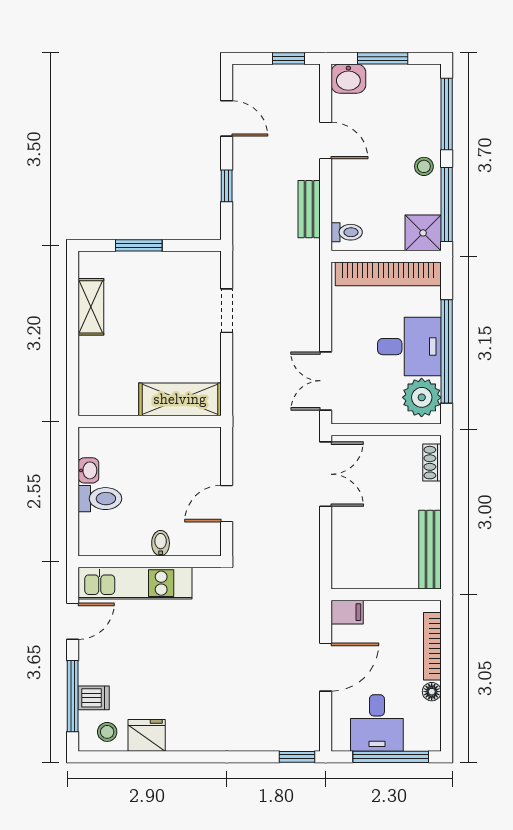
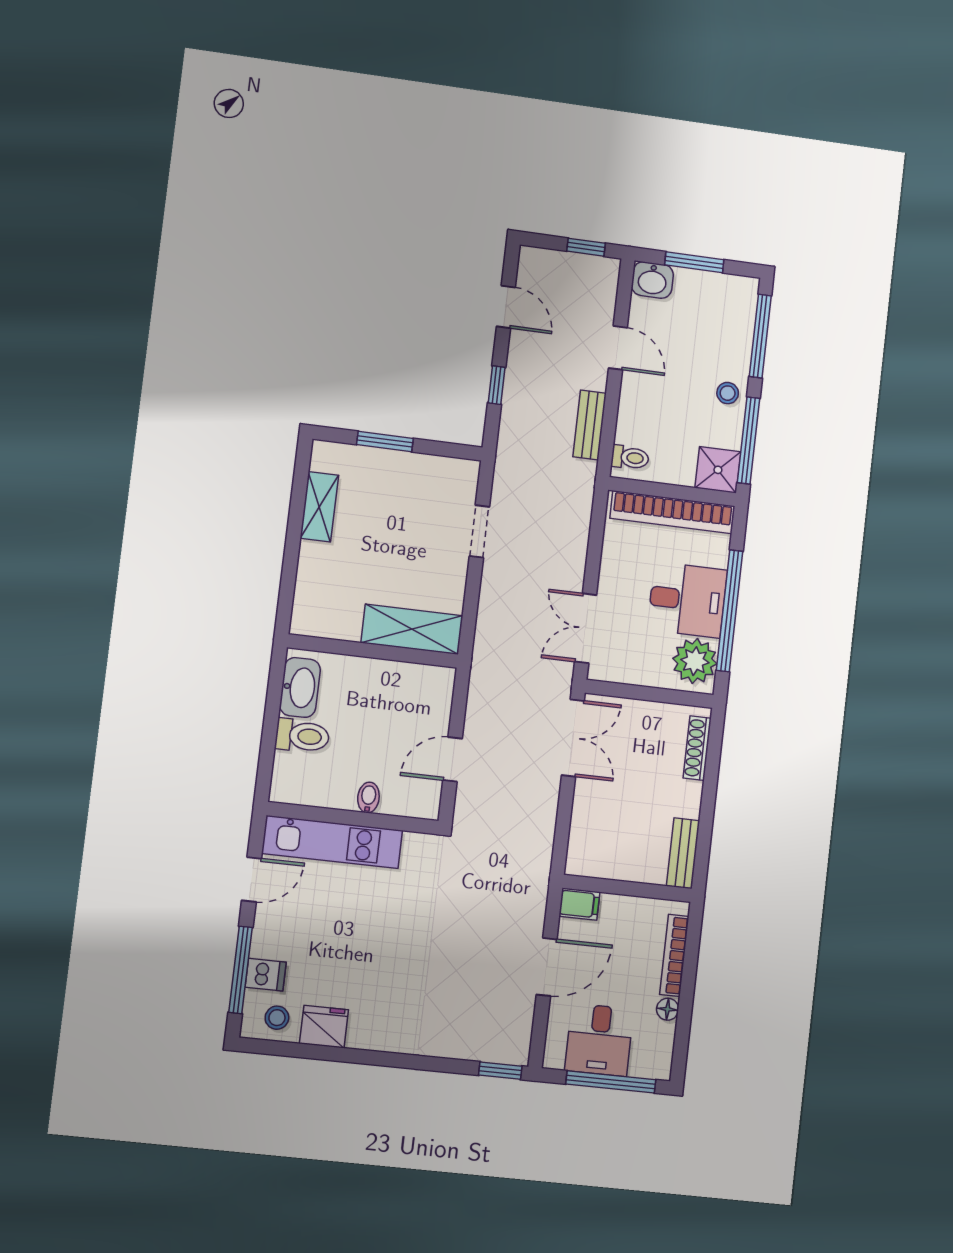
shoe rack: (432, 463) -> (697, 748), width x1.43
washbasin: (88, 470) -> (300, 687), width x1.91, depth x1.45
bench: (430, 550) -> (683, 853), width x0.73

